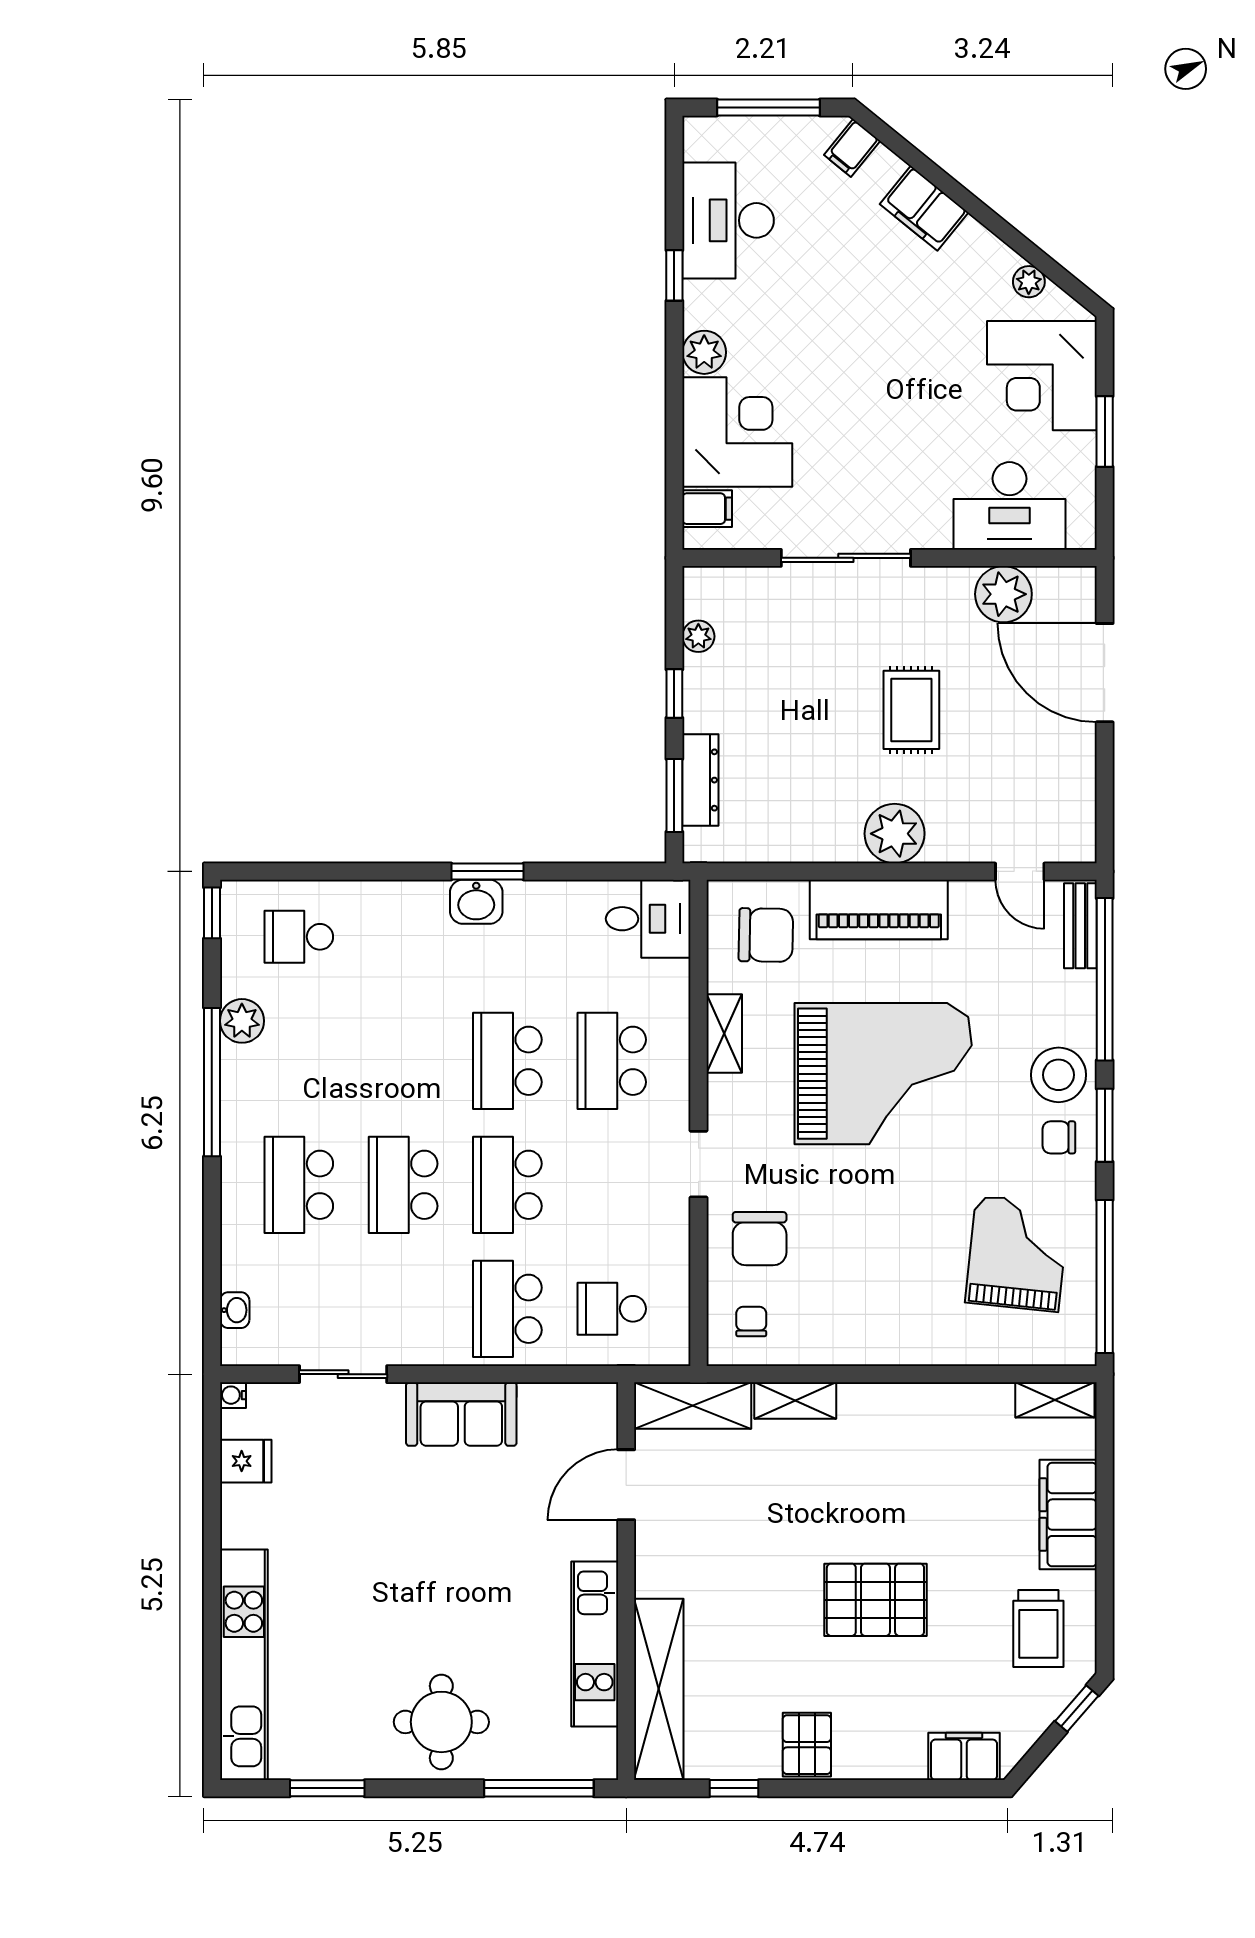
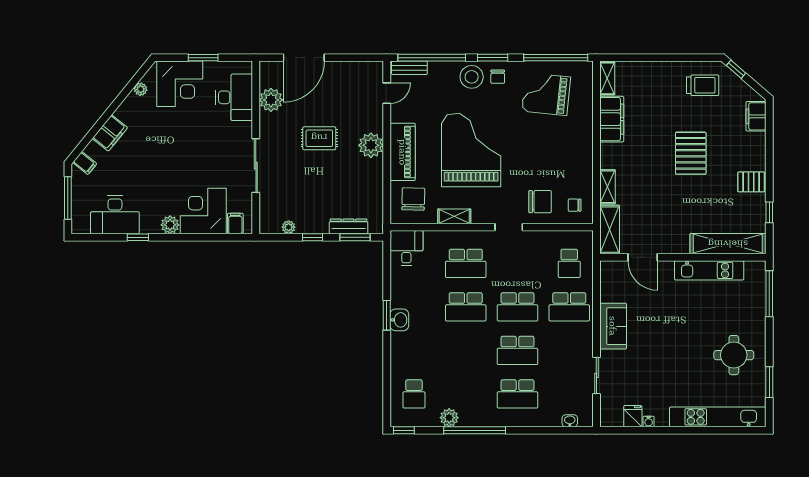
water cooler: (233, 1395) -> (649, 421), moved
filing cabinet: (1068, 1515) -> (612, 119), moved, turned -90
round table: (441, 1722) -> (734, 355), moved

